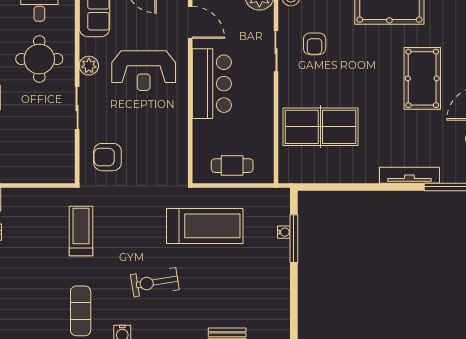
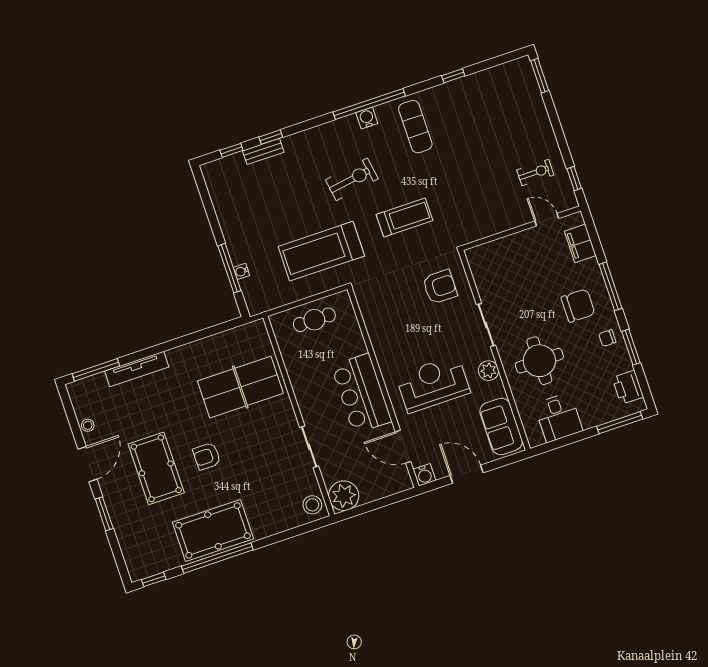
armchair: (315, 44) -> (207, 456), moved, turned -90
treadmill: (81, 231) -> (404, 217), moved, turned -90

